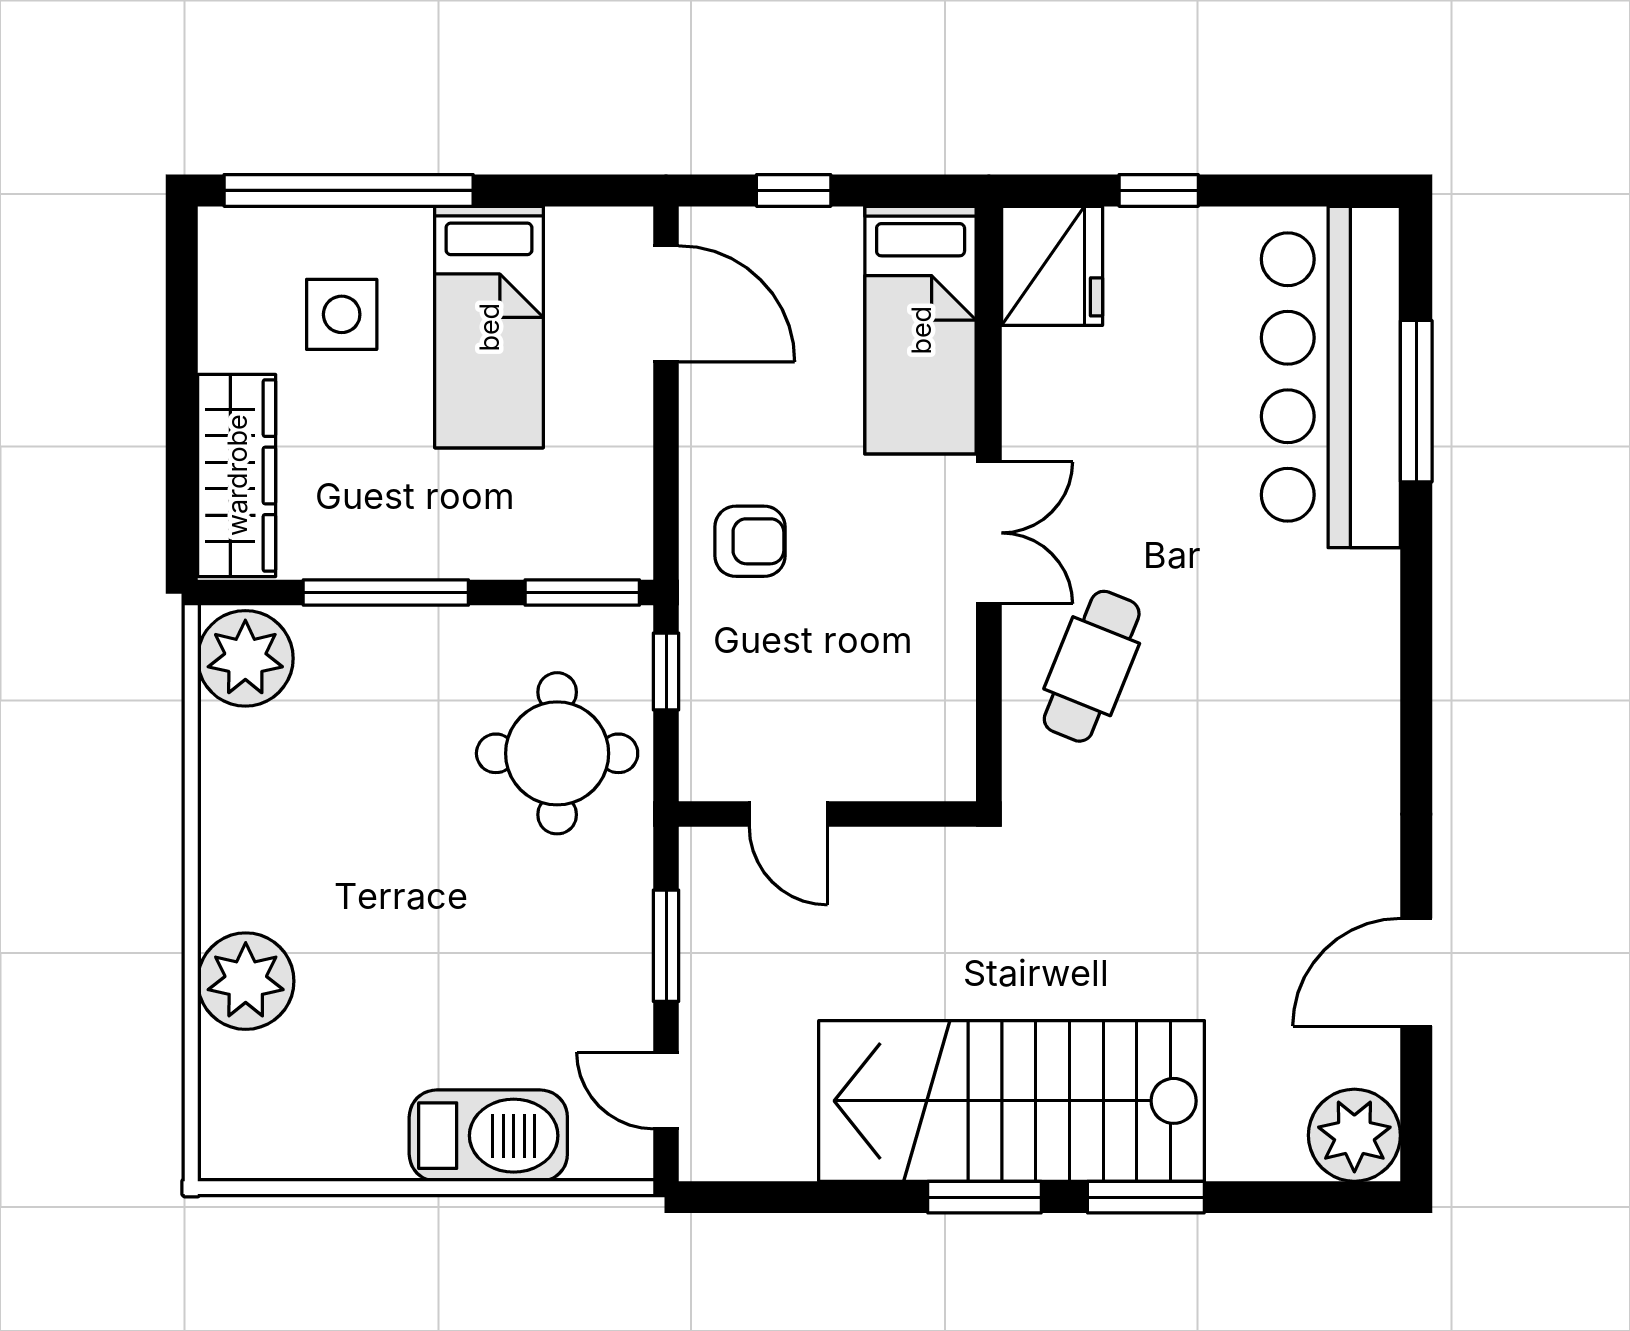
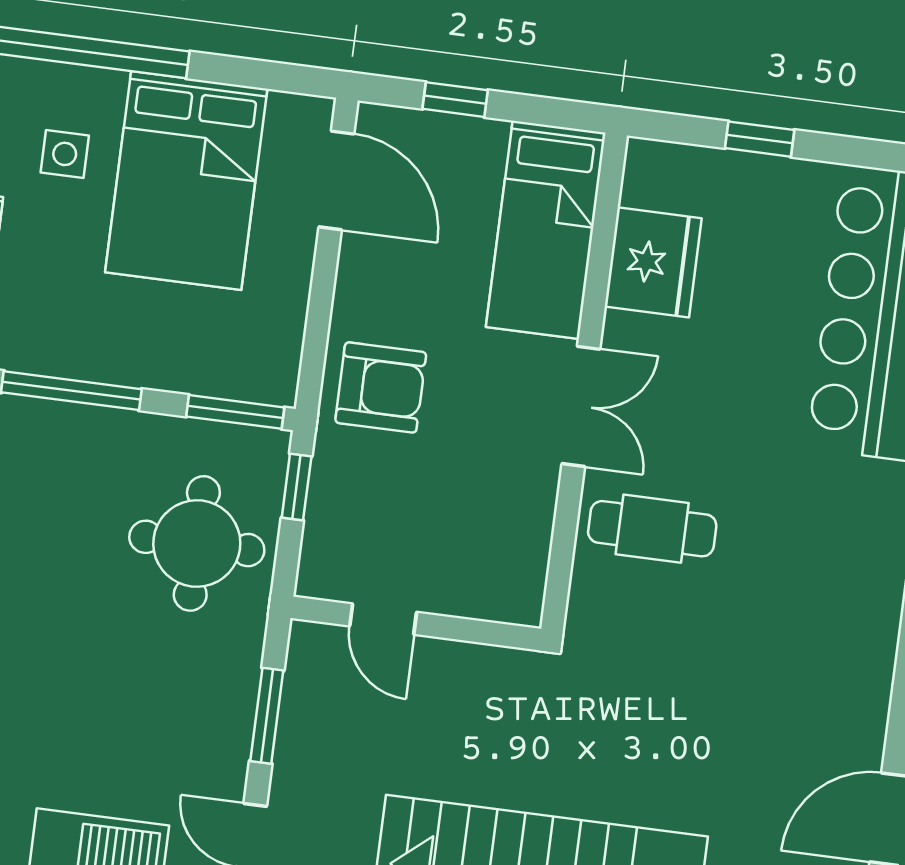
fridge: (1052, 266) -> (653, 262), moved
side table: (342, 314) -> (65, 154), width x0.73, depth x0.73
bed: (489, 327) -> (186, 180), width x1.50
armchair: (750, 541) -> (381, 387), width x1.38, depth x1.38
cafe table: (1092, 666) -> (652, 529), turned 68

